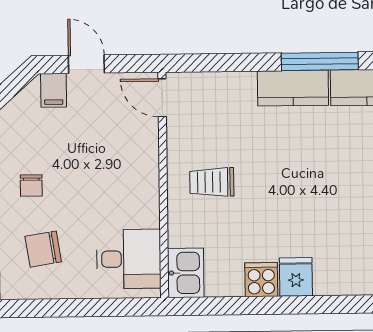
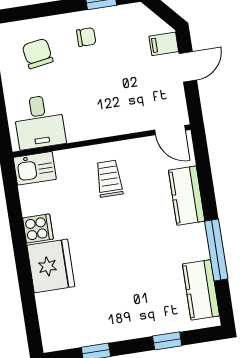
kitchen counter: (293, 88) -> (187, 196), moved
door: (162, 98) -> (170, 130), swing flipped
chair: (31, 186) -> (86, 37), turned 180
fridge: (296, 277) -> (51, 266), width x1.88, depth x1.34

